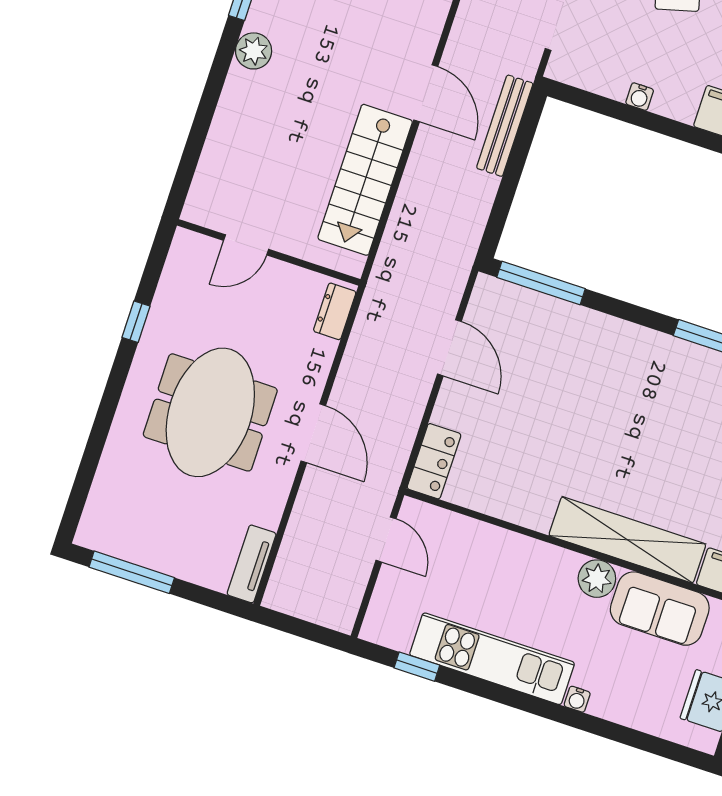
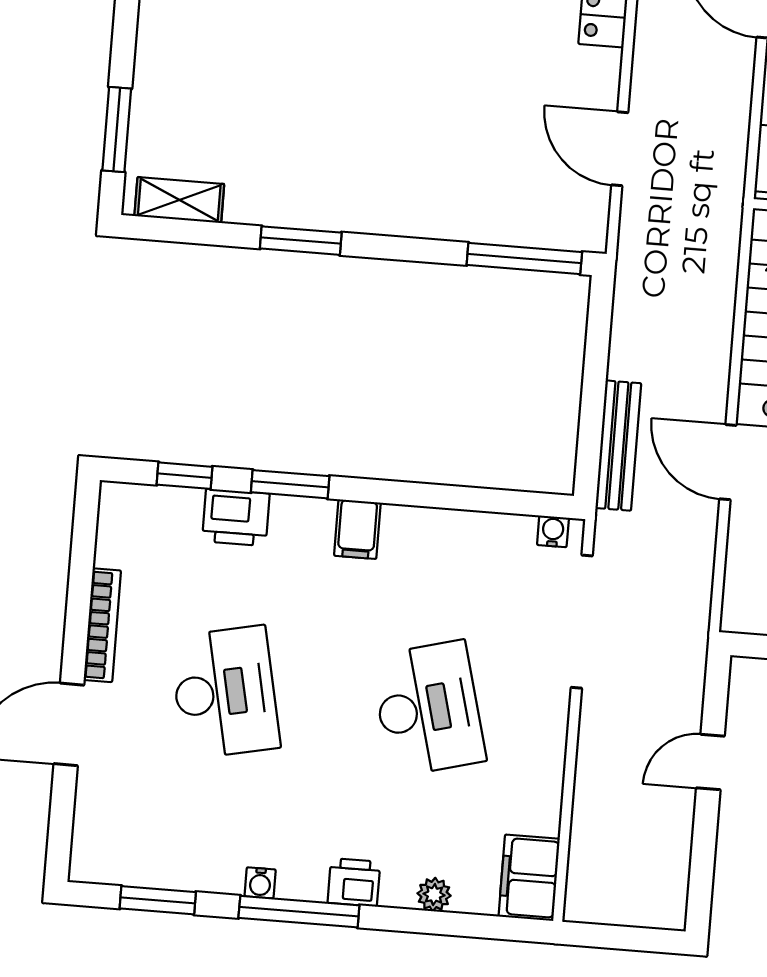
water cooler: (640, 97) -> (553, 531), moved

